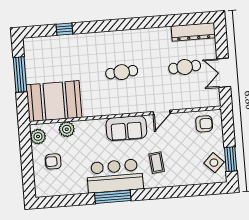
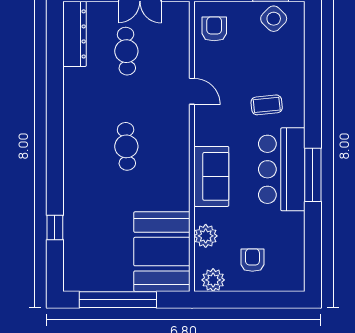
window: (20, 75) -> (118, 300), width x1.46
sofa: (126, 128) -> (211, 176), moved
armchair: (53, 161) -> (252, 260), turned 180

